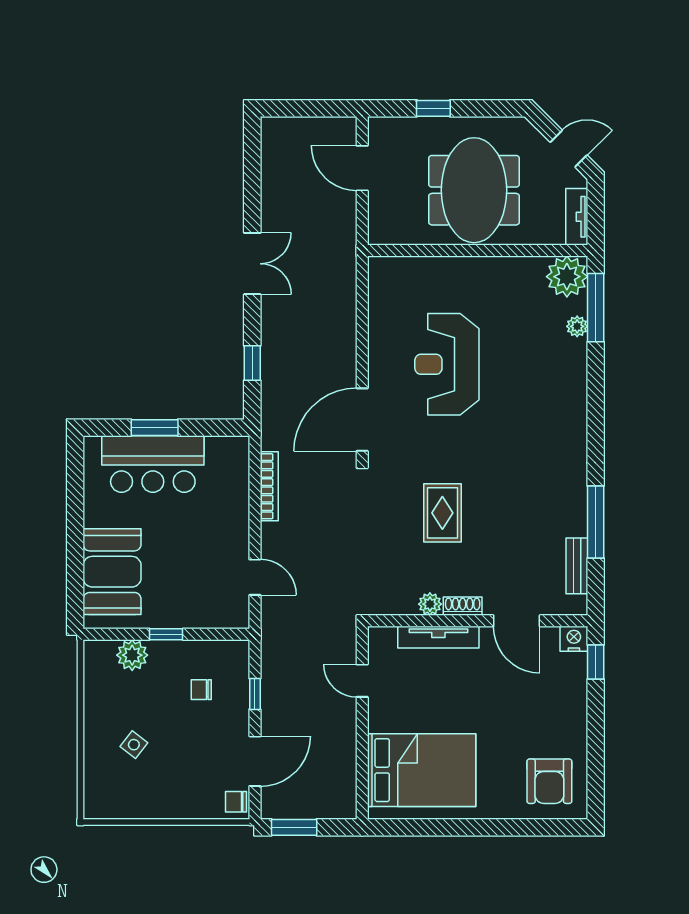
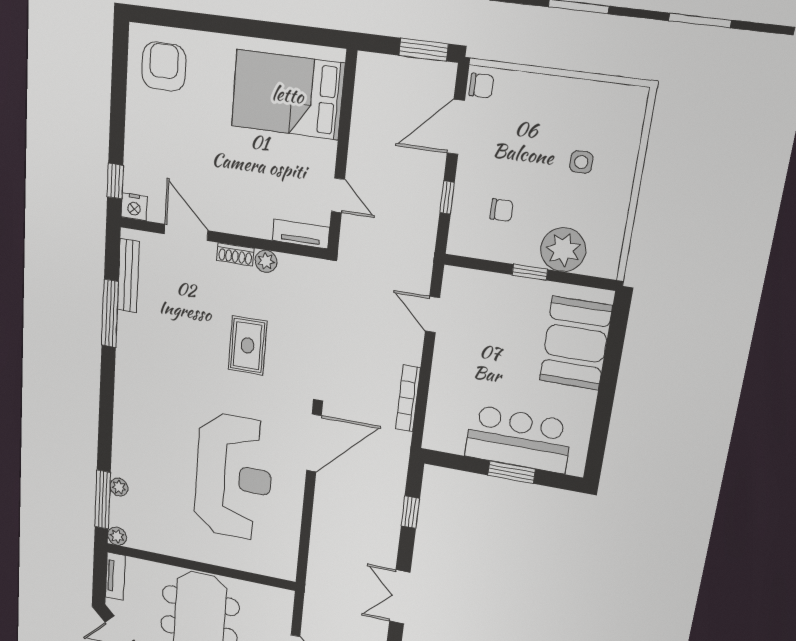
plant: (567, 277) -> (117, 536), width x0.53, depth x0.53
reception desk: (447, 364) -> (233, 477), width x1.36, depth x1.30
bench: (577, 566) -> (128, 276), width x1.36
tv unit: (438, 637) -> (301, 234), moved, width x0.71
plant: (132, 655) -> (563, 250), width x1.36, depth x1.36
side table: (134, 745) -> (581, 162), turned -38

